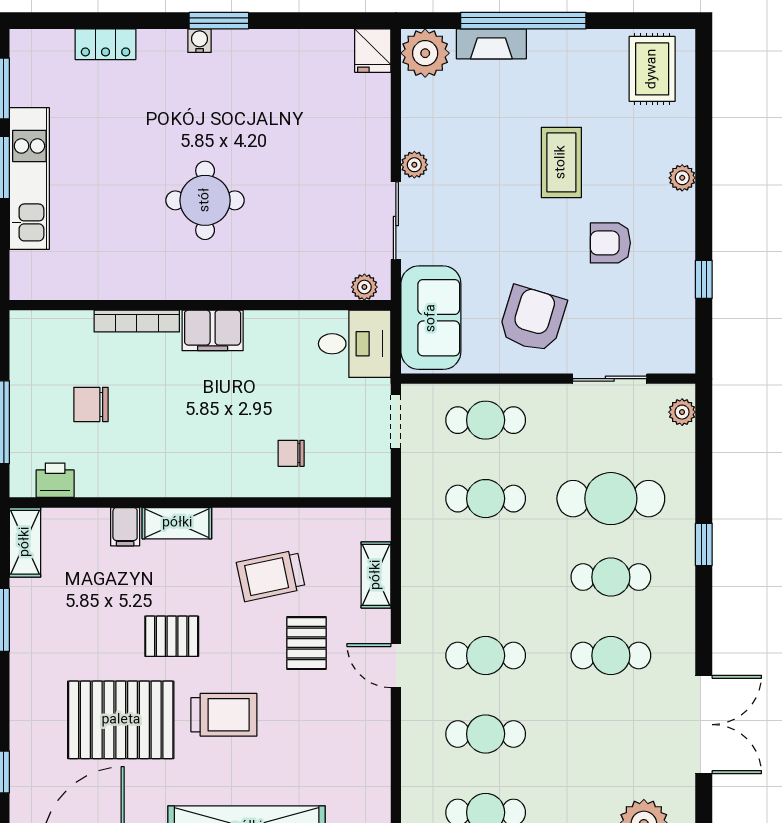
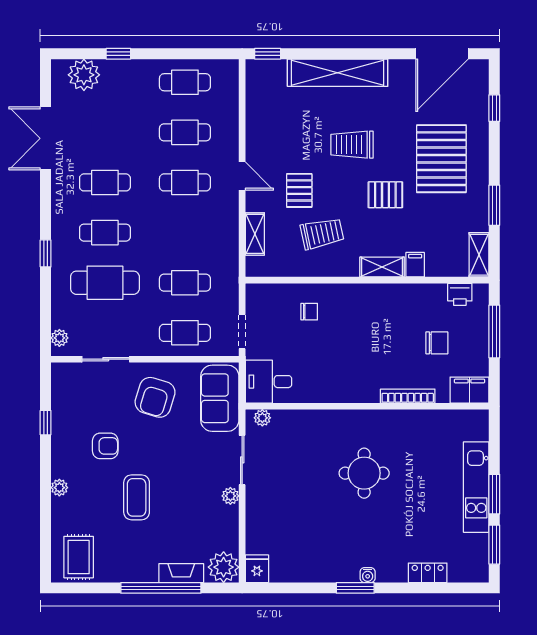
filing cabinet: (213, 330) -> (470, 390), moved
pallet: (121, 720) -> (441, 159), moved, turned 90

